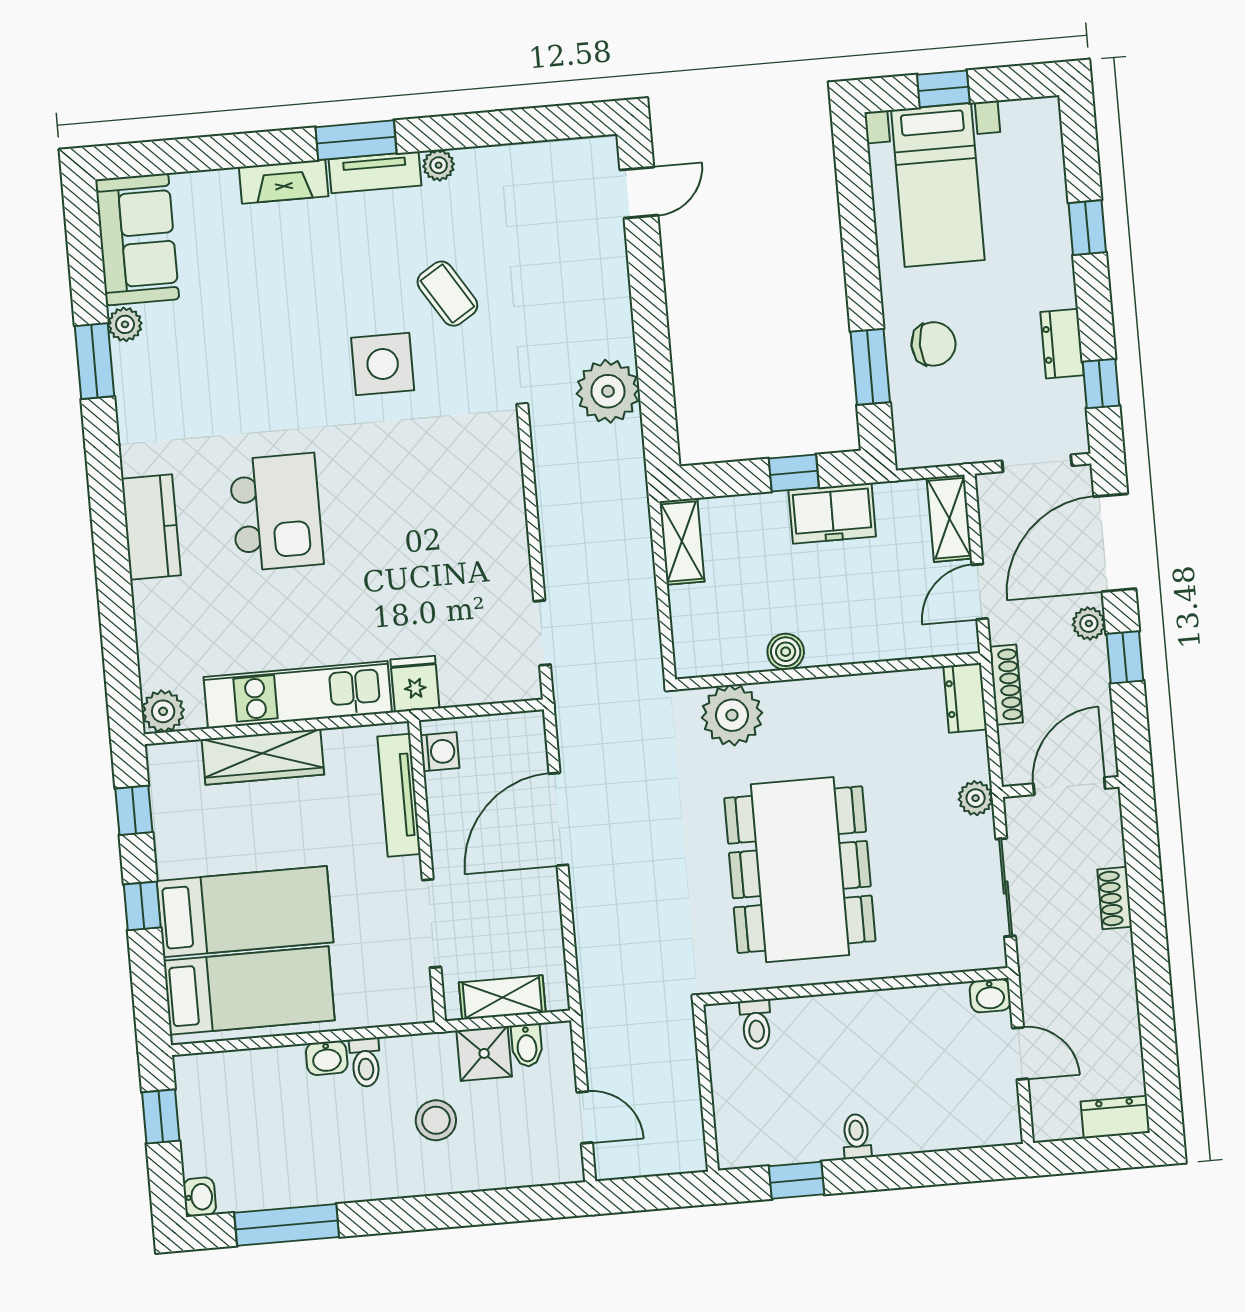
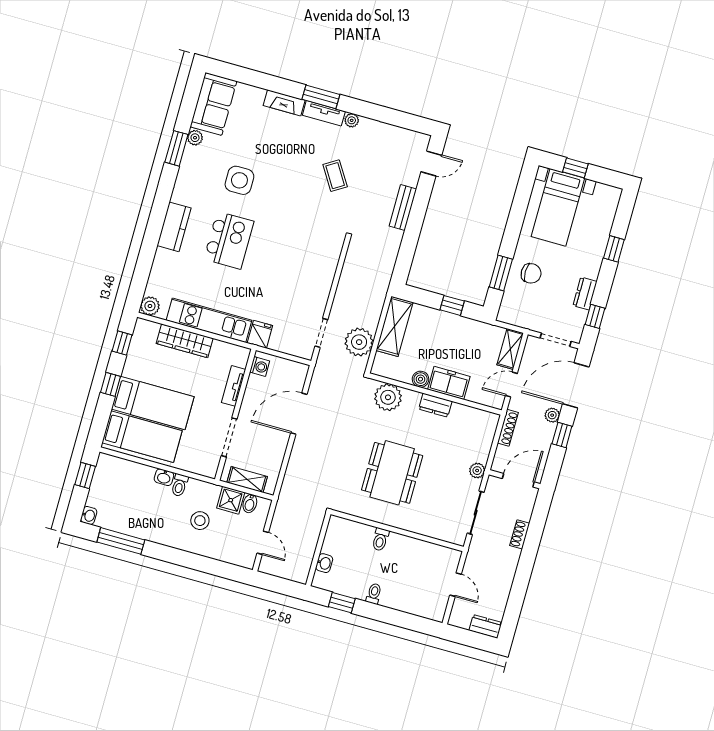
bench: (614, 307) -> (403, 208), added
side table: (383, 364) -> (239, 180), moved
plant: (608, 391) -> (359, 342), moved
freezer: (832, 513) -> (449, 383), moved, turned 180
shelving: (682, 541) -> (395, 326), width x1.50, depth x1.33
dresser: (965, 698) -> (435, 405), moved, turned -90
tv unit: (399, 795) -> (234, 386), width x0.71
dining table: (800, 870) -> (392, 473), width x0.73, depth x0.80
washbasin: (990, 996) -> (324, 563), moved, turned -90
toilet: (756, 1024) -> (380, 539), moved

